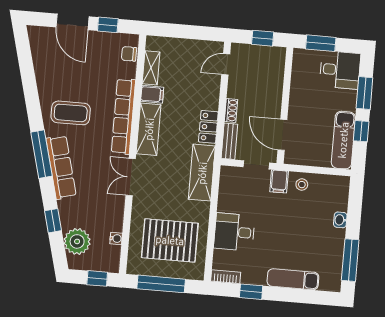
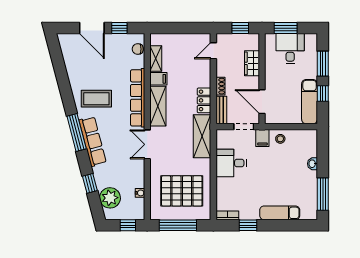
desk: (340, 70) -> (290, 49), moved, turned -90
wardrobe: (274, 85) -> (252, 63), added
desk: (234, 232) -> (231, 163), moved

